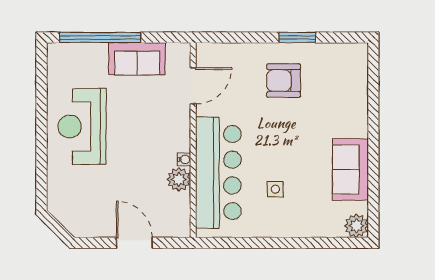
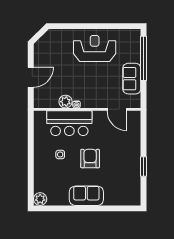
armchair: (284, 81) -> (90, 159), moved
sofa: (350, 169) -> (86, 196), moved
bar counter: (218, 173) -> (69, 123), width x0.73

